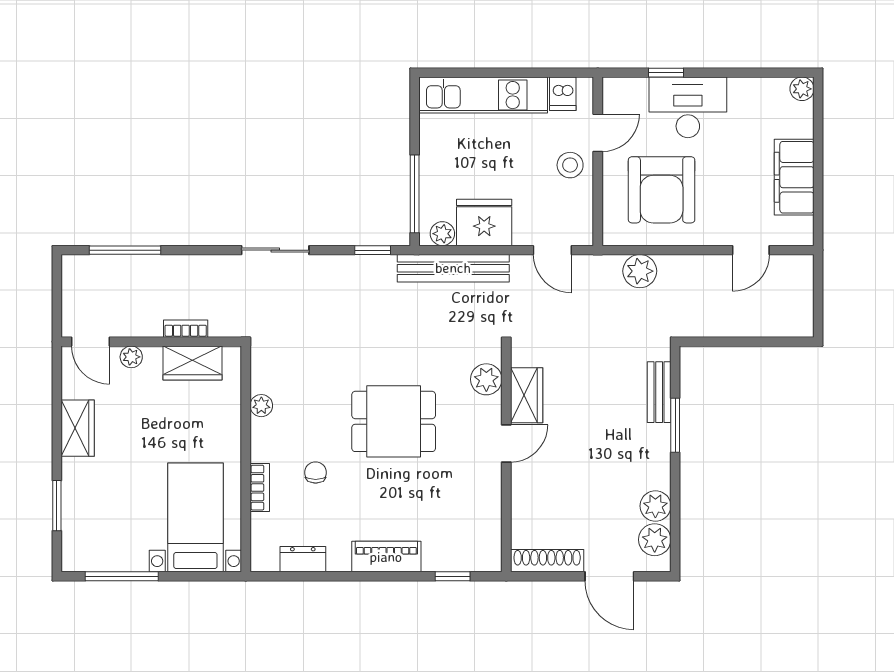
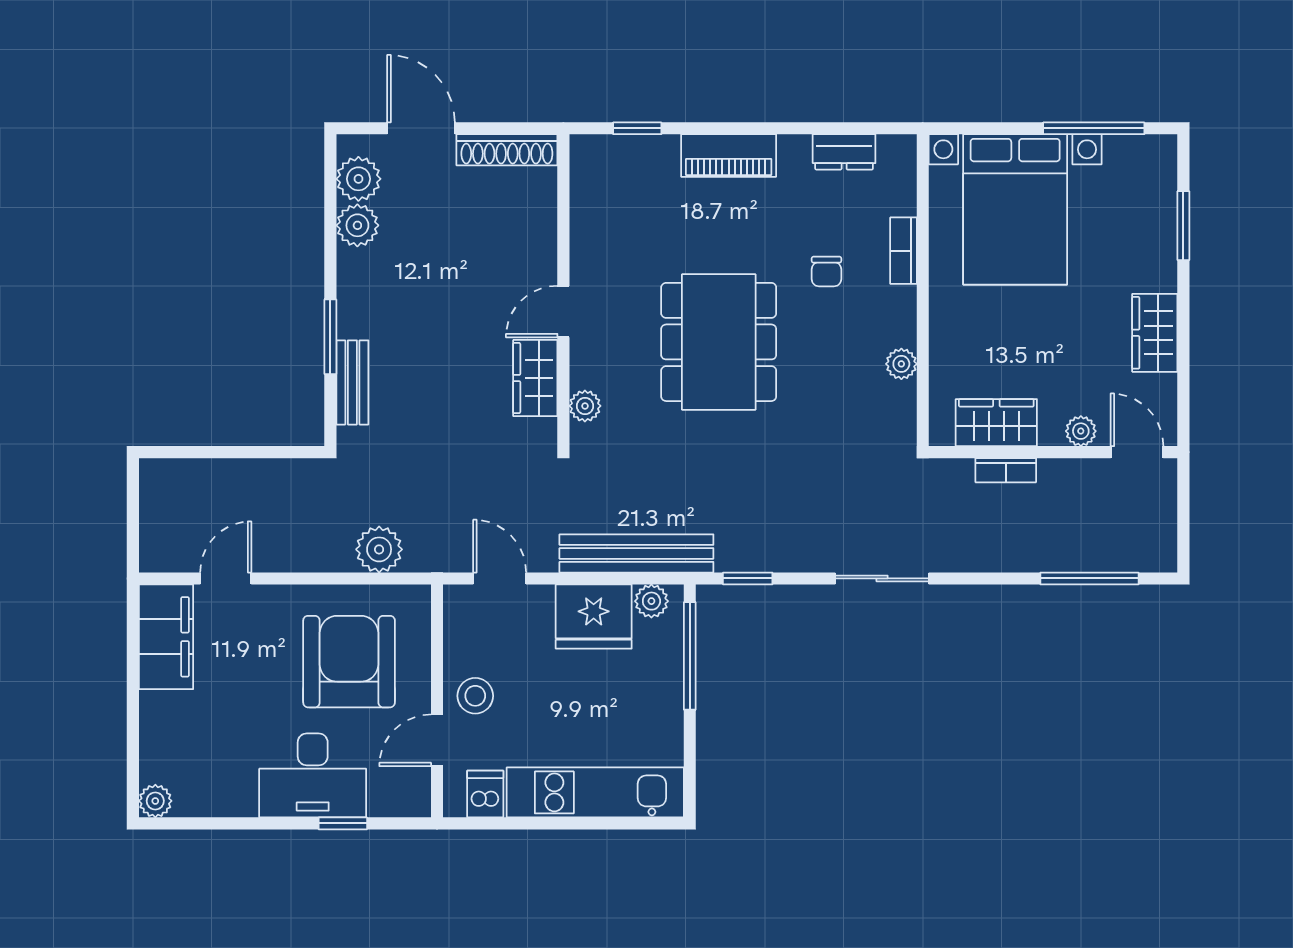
filing cabinet: (794, 177) -> (166, 637), moved
plant: (486, 379) -> (585, 406), width x0.73, depth x0.73
dining table: (394, 421) -> (719, 342), width x1.38
bed with nightstands: (195, 517) -> (1015, 209), width x1.36

